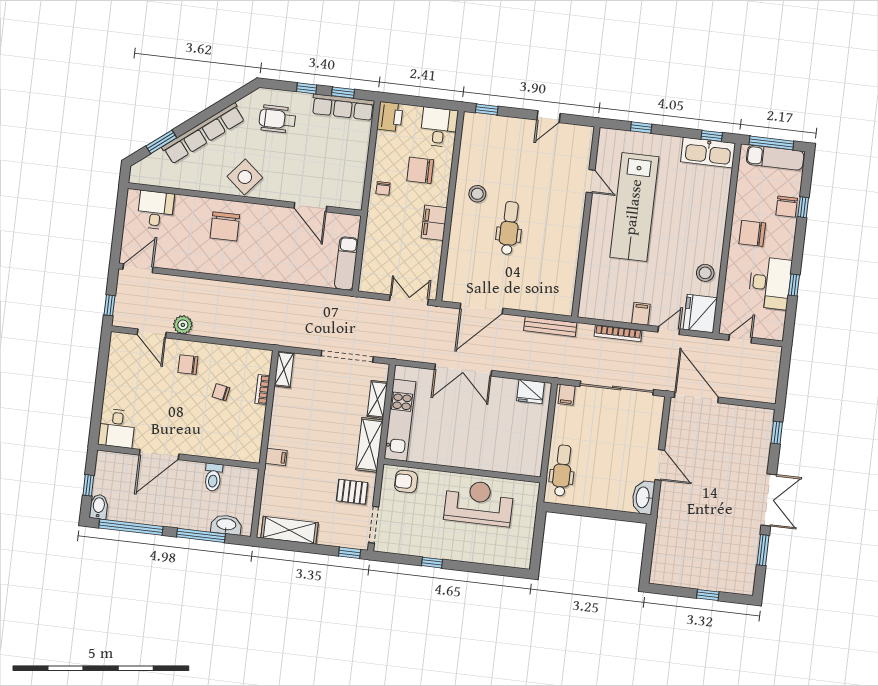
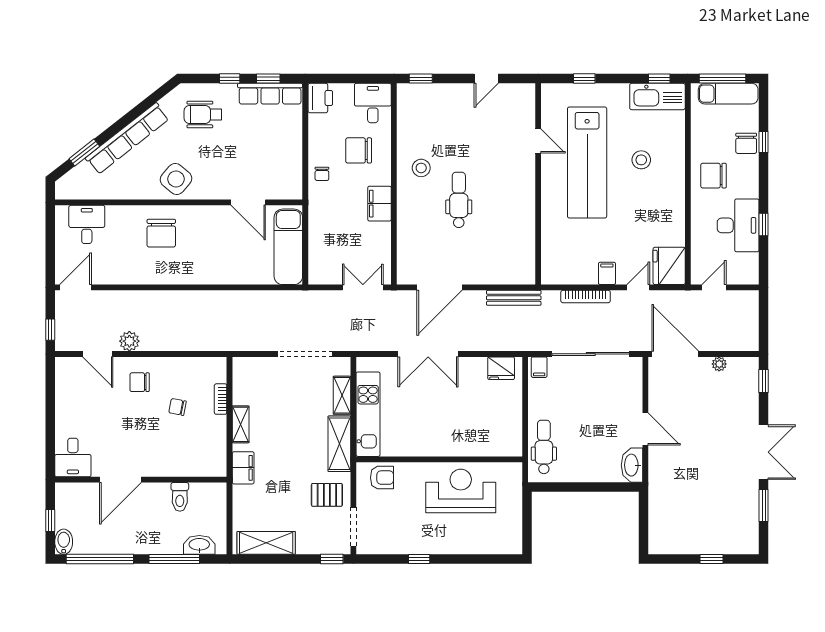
exam couch: (346, 263) -> (288, 247), width x1.36, depth x1.45
stool: (705, 273) -> (641, 160), moved
shelving: (284, 369) -> (241, 424), moved
plant: (737, 412) -> (719, 364), added
filing cabinet: (276, 457) -> (243, 468), width x2.00
armchair: (406, 481) -> (382, 478), turned 180

